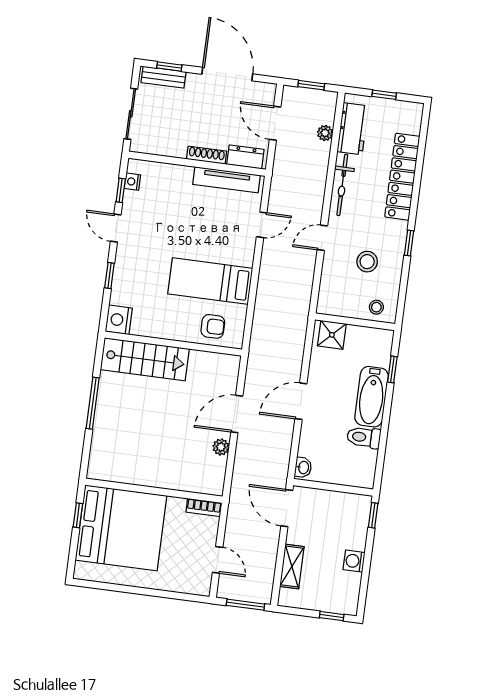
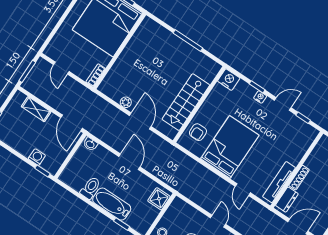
nightstand: (132, 182) -> (260, 97), moved
bed: (210, 281) -> (230, 147), width x1.50
stairs: (145, 359) -> (186, 102), moved
door: (287, 508) -> (71, 123), swing flipped
door: (218, 560) -> (61, 68), hinge flipped
washing machine: (354, 561) -> (37, 157), moved

